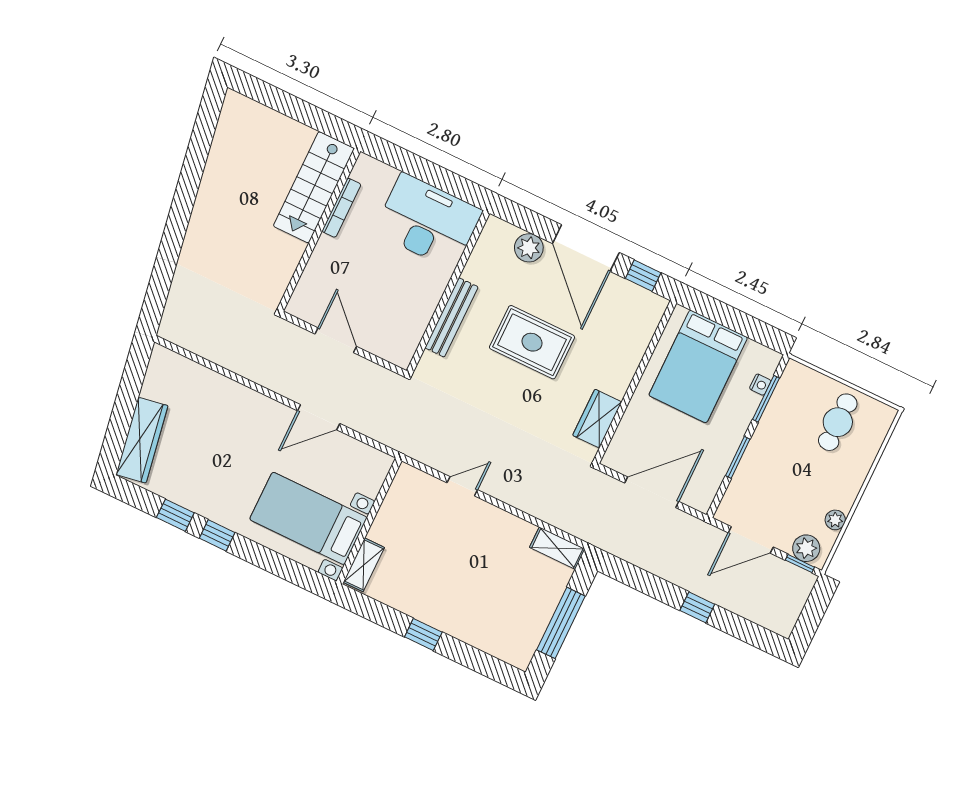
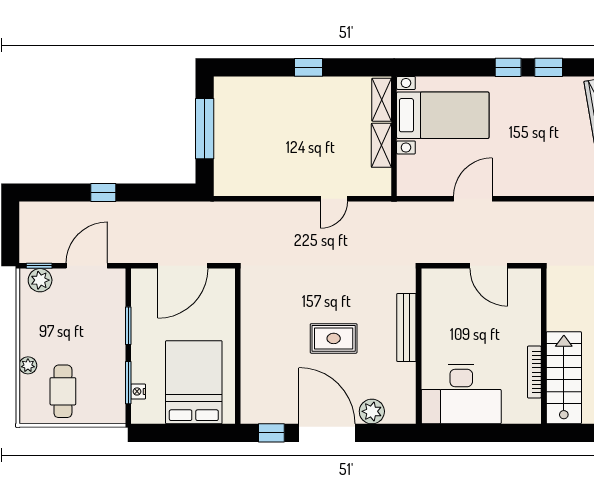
rug: (532, 342) -> (334, 338), width x0.73, depth x0.70
wardrobe: (597, 419) -> (253, 303), removed
plant: (835, 520) -> (28, 365), moved
shelving: (557, 548) -> (381, 145), moved, turned 90

